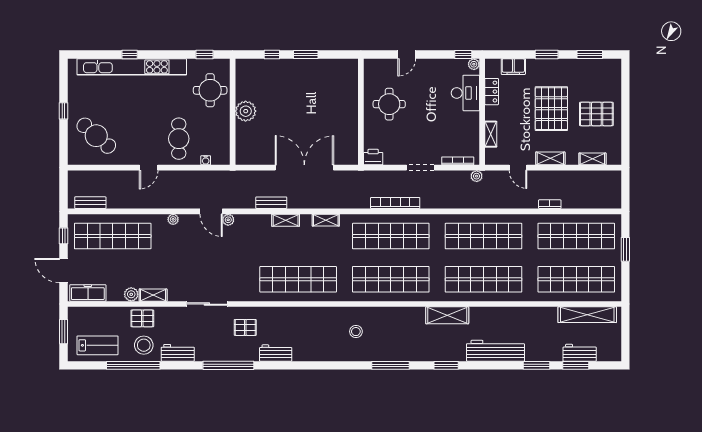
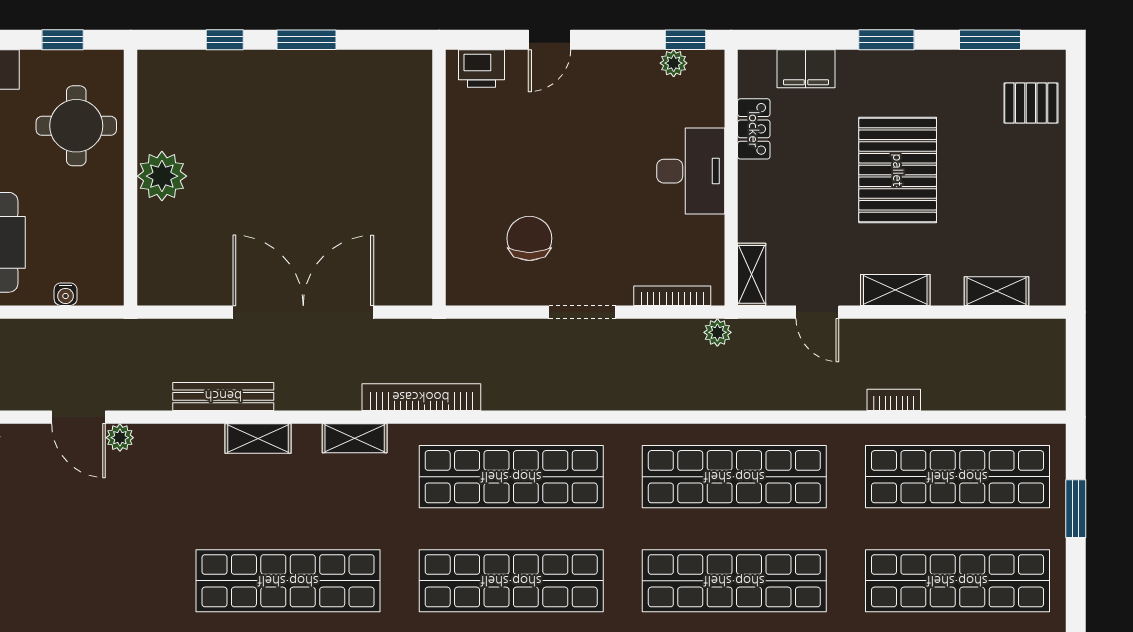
plant: (474, 64) -> (674, 63), moved
desk: (465, 93) -> (691, 171), moved
round table: (389, 104) -> (507, 159), removed
pallet: (596, 114) -> (1031, 103), moved, width x0.67, depth x0.71
shelving: (491, 134) -> (752, 274), moved
chair: (398, 137) -> (529, 238), added
printer: (373, 157) -> (481, 69), moved, turned 180
bench: (271, 203) -> (223, 396), width x1.36
bookcase: (395, 203) -> (421, 397), moved

